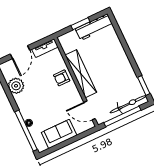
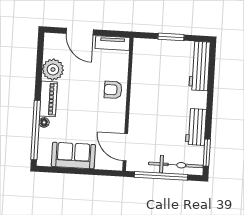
workbench: (94, 27) -> (200, 66), moved, turned 90
door: (20, 52) -> (80, 32), hinge flipped
workbench: (128, 73) -> (196, 127), added
shelving: (81, 74) -> (139, 97), removed
piano: (23, 106) -> (48, 99), added

